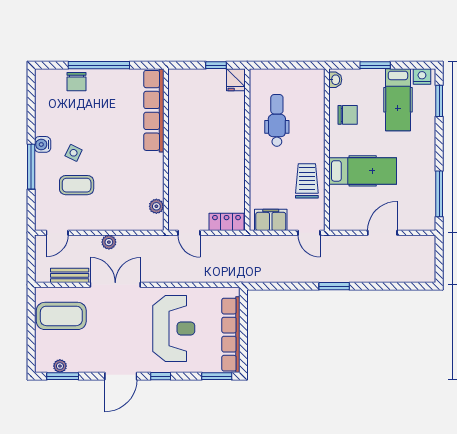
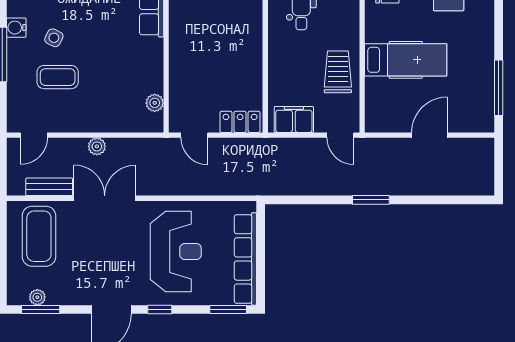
coffee table: (61, 316) -> (39, 236), turned 90

